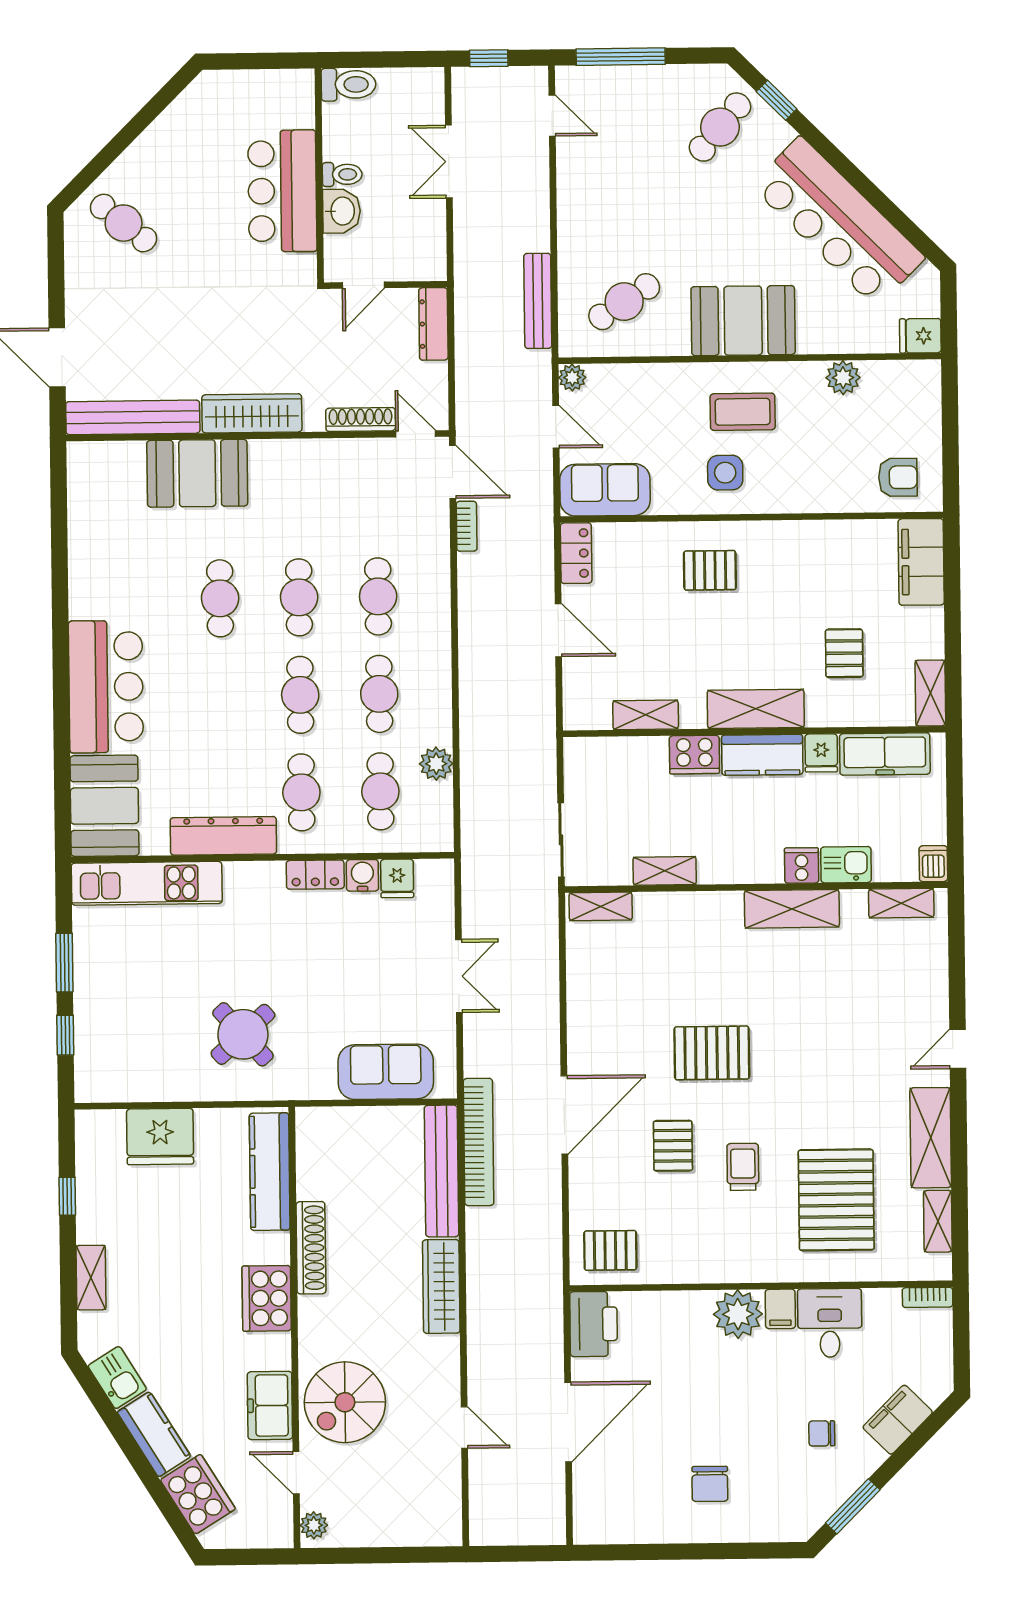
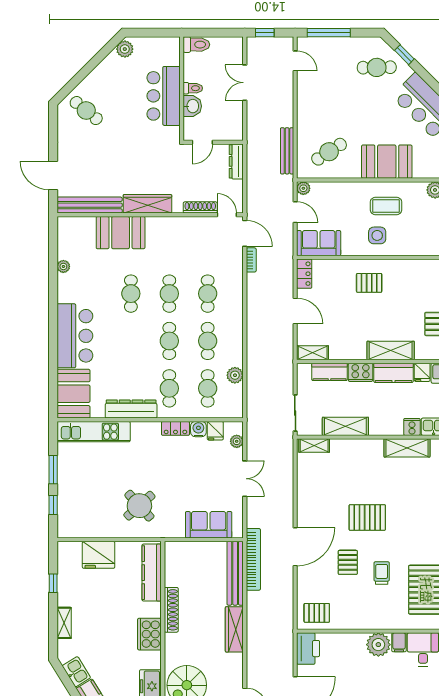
plant: (201, 96) -> (125, 49), added
cafe table: (720, 127) -> (377, 67), turned 49
plant: (81, 544) -> (63, 266), added
shelving: (646, 715) -> (313, 353), moved
kitchen counter: (631, 754) -> (330, 372), added
shelving: (665, 871) -> (345, 426), width x1.50, depth x1.33
plant: (441, 900) -> (237, 441), added

